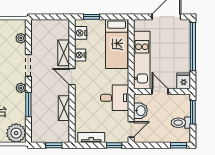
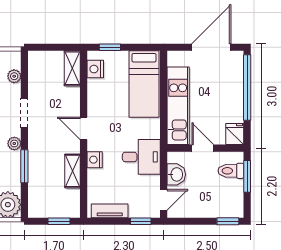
shelving: (64, 53) -> (72, 68), moved
nightstand: (80, 55) -> (95, 160), moved
toilet: (181, 123) -> (231, 171), moved

